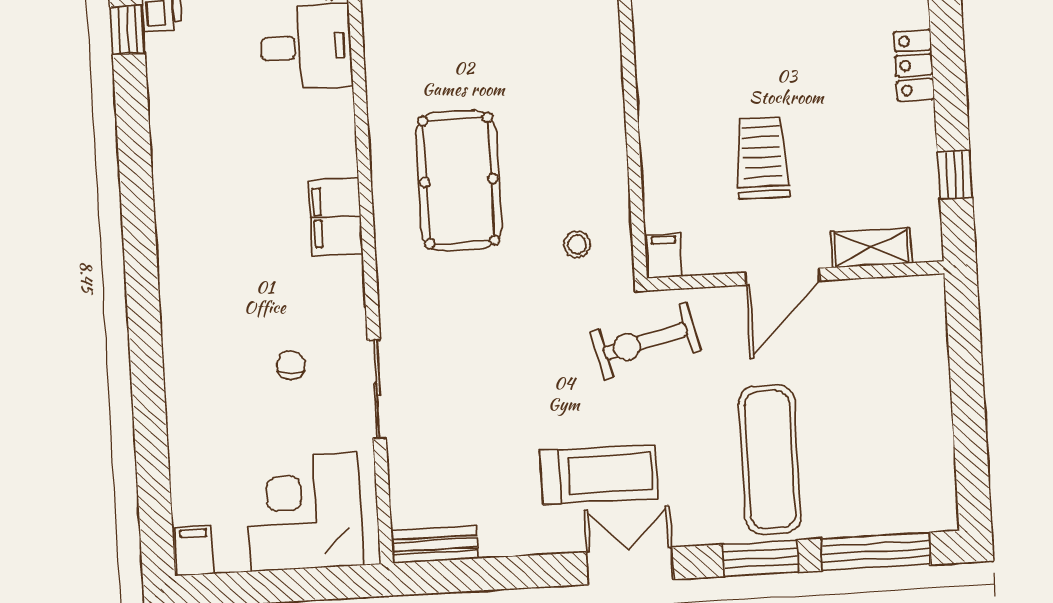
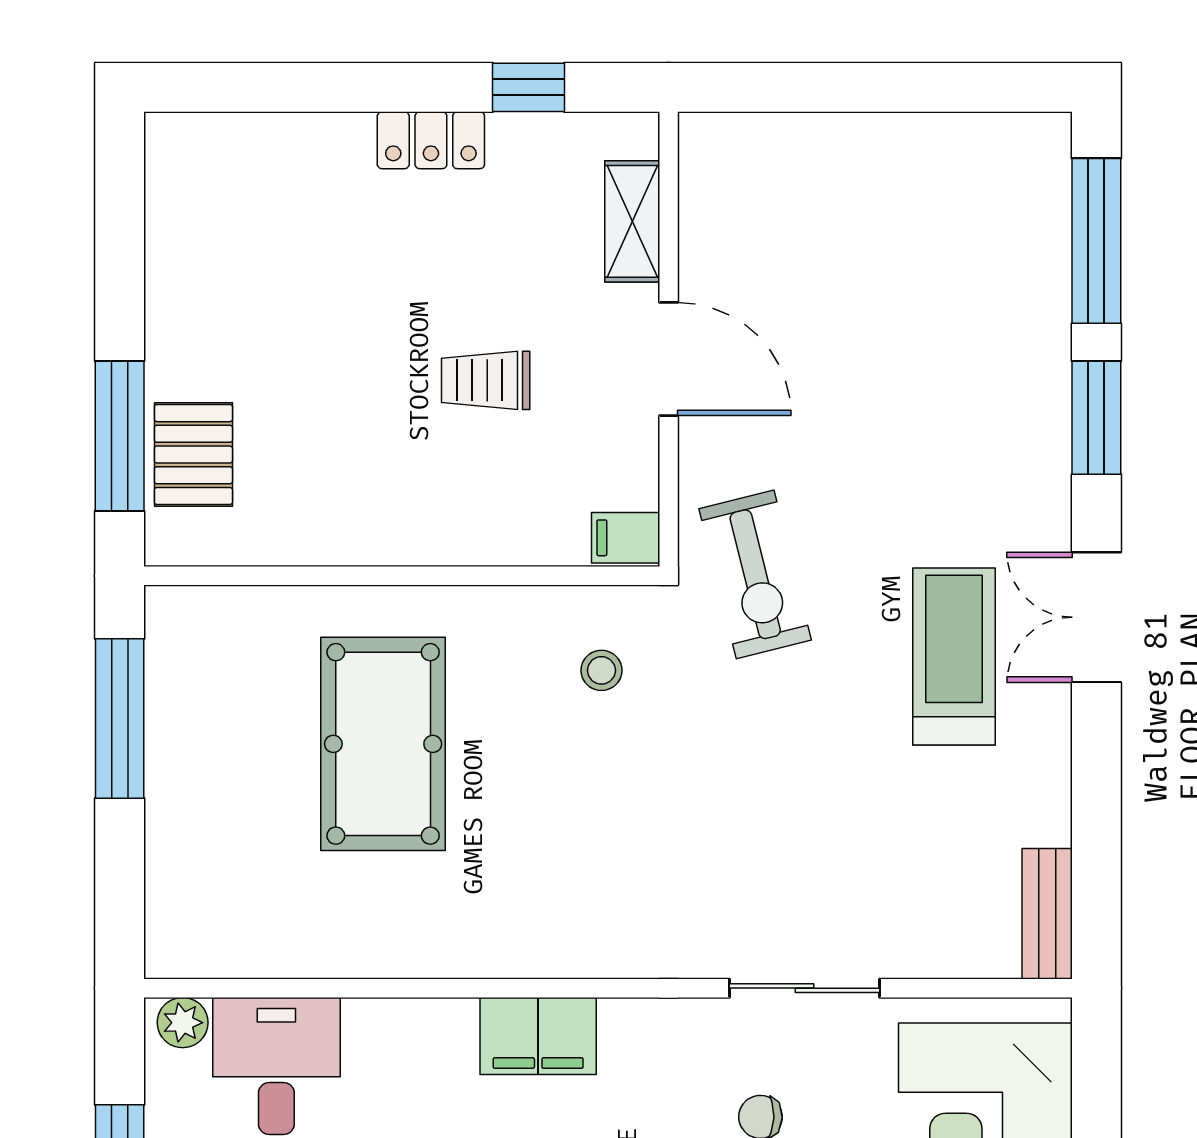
locker: (914, 65) -> (431, 140), moved
trolley: (762, 158) -> (486, 380), width x0.73, depth x0.72
pool table: (459, 181) -> (383, 744), moved, turned 90
exercise mat: (770, 460) -> (947, 395), removed

